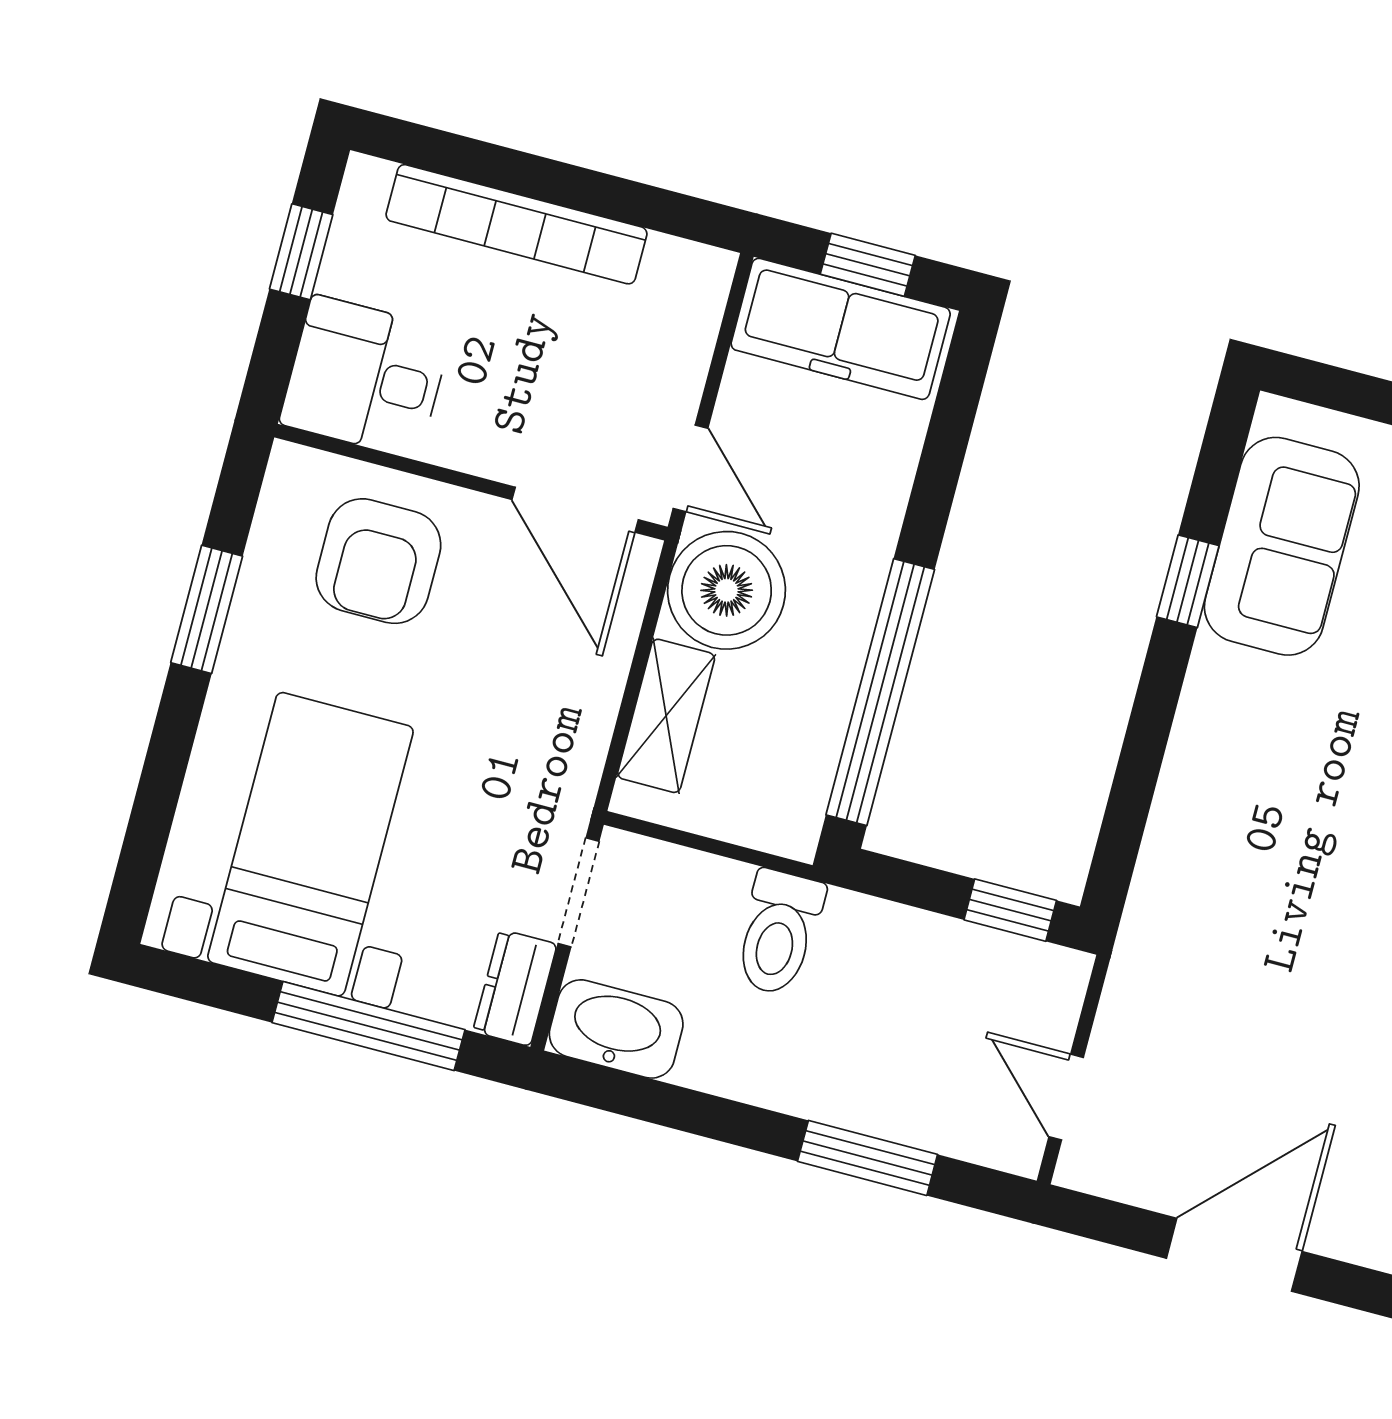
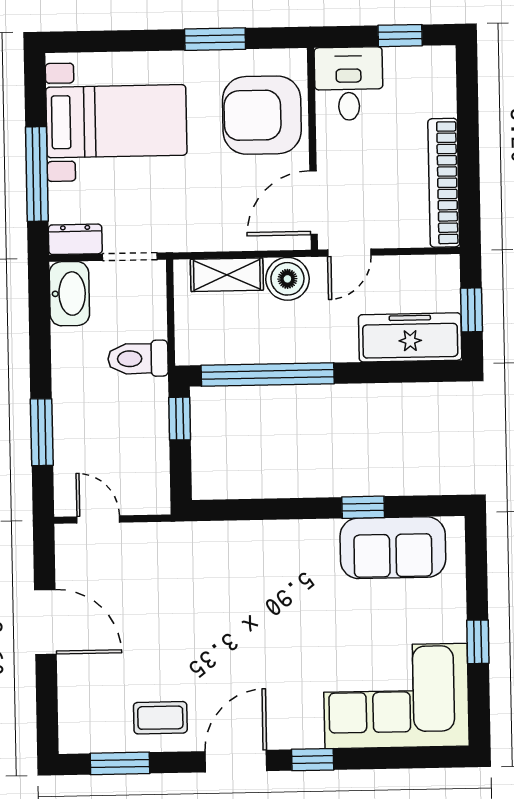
bookcase: (516, 224) -> (444, 183), moved
freezer: (841, 329) -> (410, 337), moved, turned 90
armchair: (378, 561) -> (262, 115), width x1.36, depth x1.36
boiler: (727, 590) -> (287, 279), width x0.73, depth x0.73
window: (1010, 910) -> (180, 419), moved
door: (1066, 1097) -> (98, 519), hinge flipped

